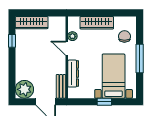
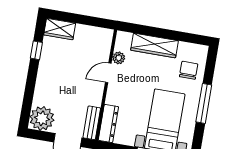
wardrobe: (32, 23) -> (60, 29), width x0.67
door: (67, 48) -> (108, 73), hinge flipped
dresser: (73, 74) -> (108, 123), moved

